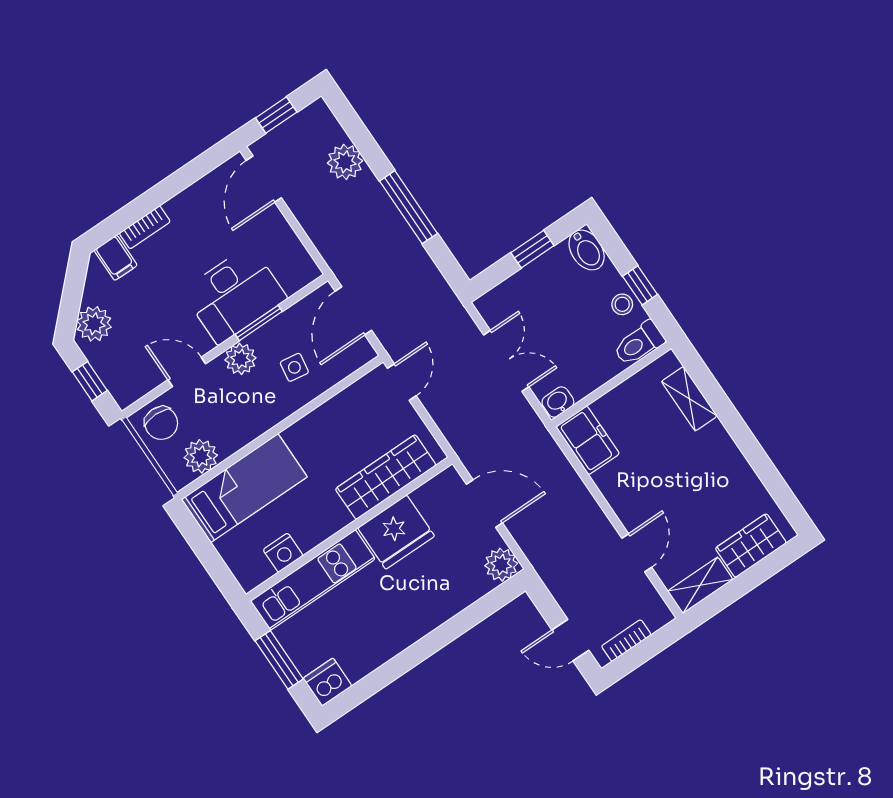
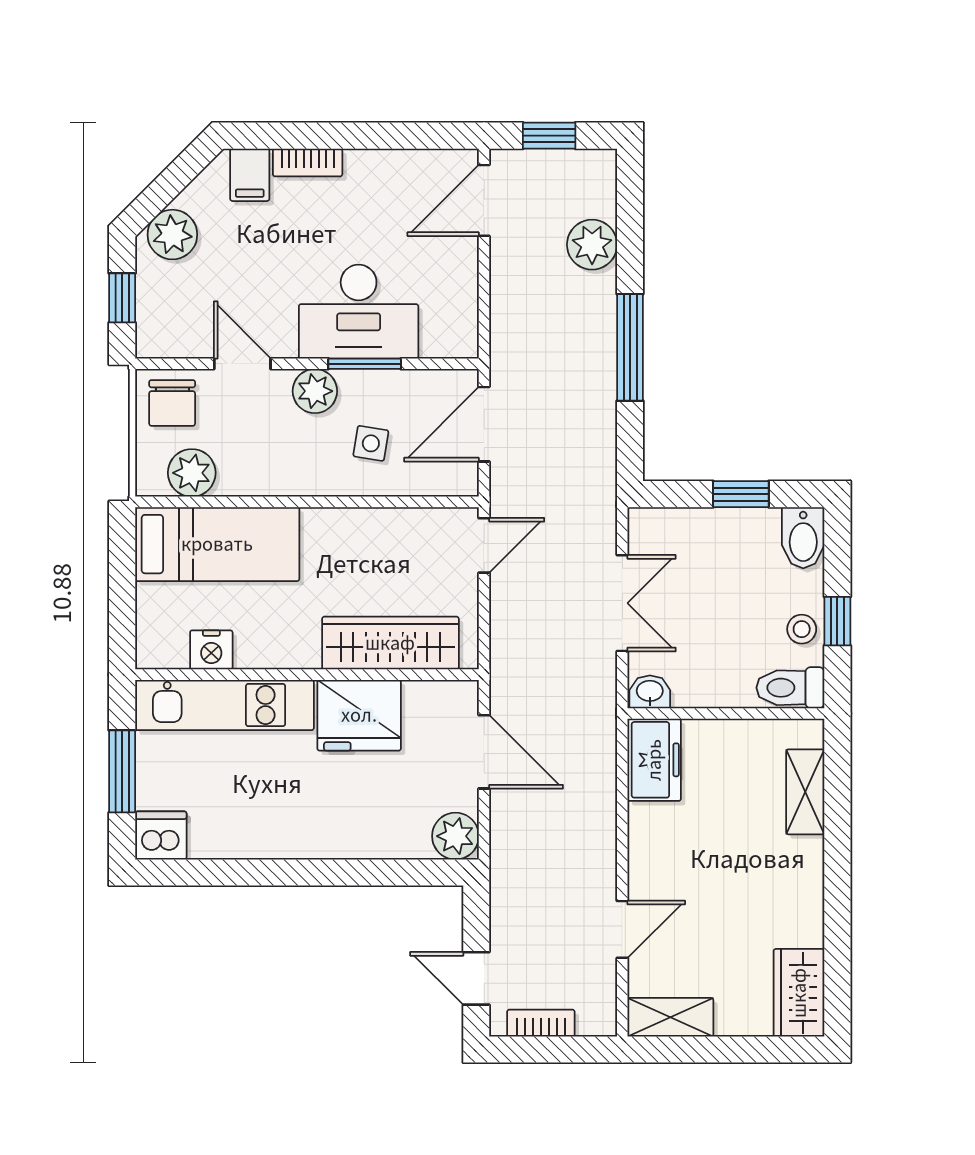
wardrobe: (751, 546) -> (799, 993), moved, turned -90

